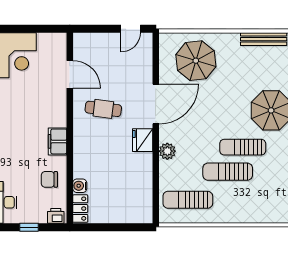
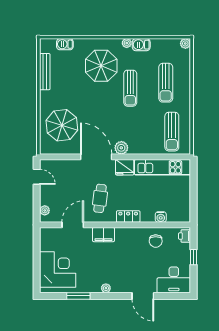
plant: (88, 39) -> (45, 210), added
filing cabinet: (58, 141) -> (103, 235), moved
plant: (167, 151) -> (121, 148), moved
sun lounger: (228, 172) -> (166, 83), moved
kitchen unit: (143, 188) -> (163, 167), added
locker: (80, 209) -> (128, 217), moved

